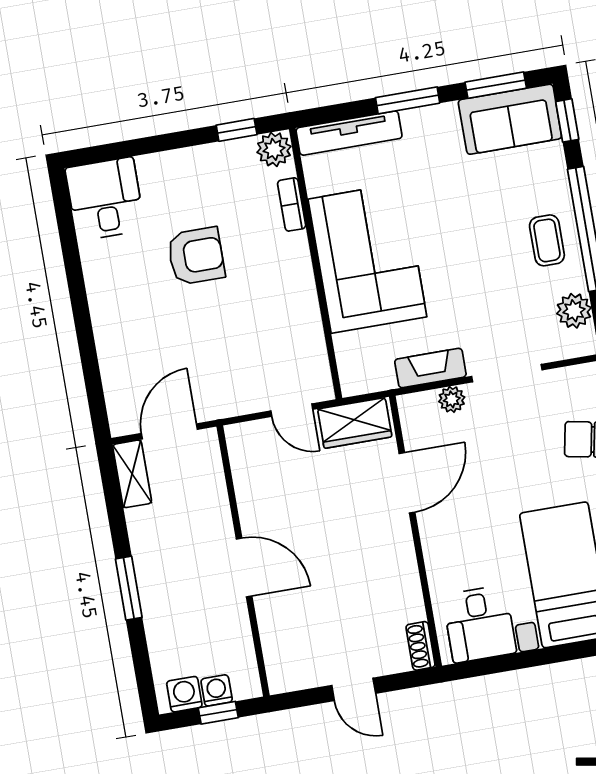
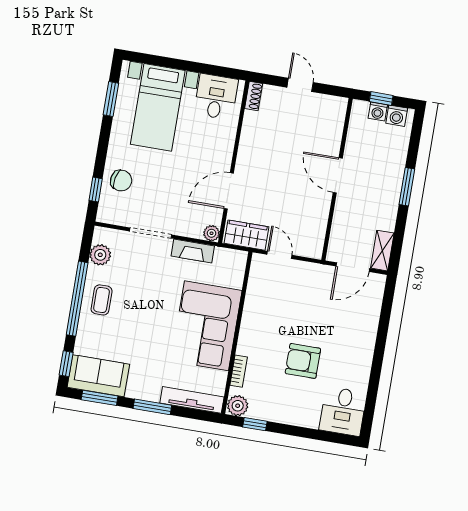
plant: (452, 399) -> (212, 233), moved

